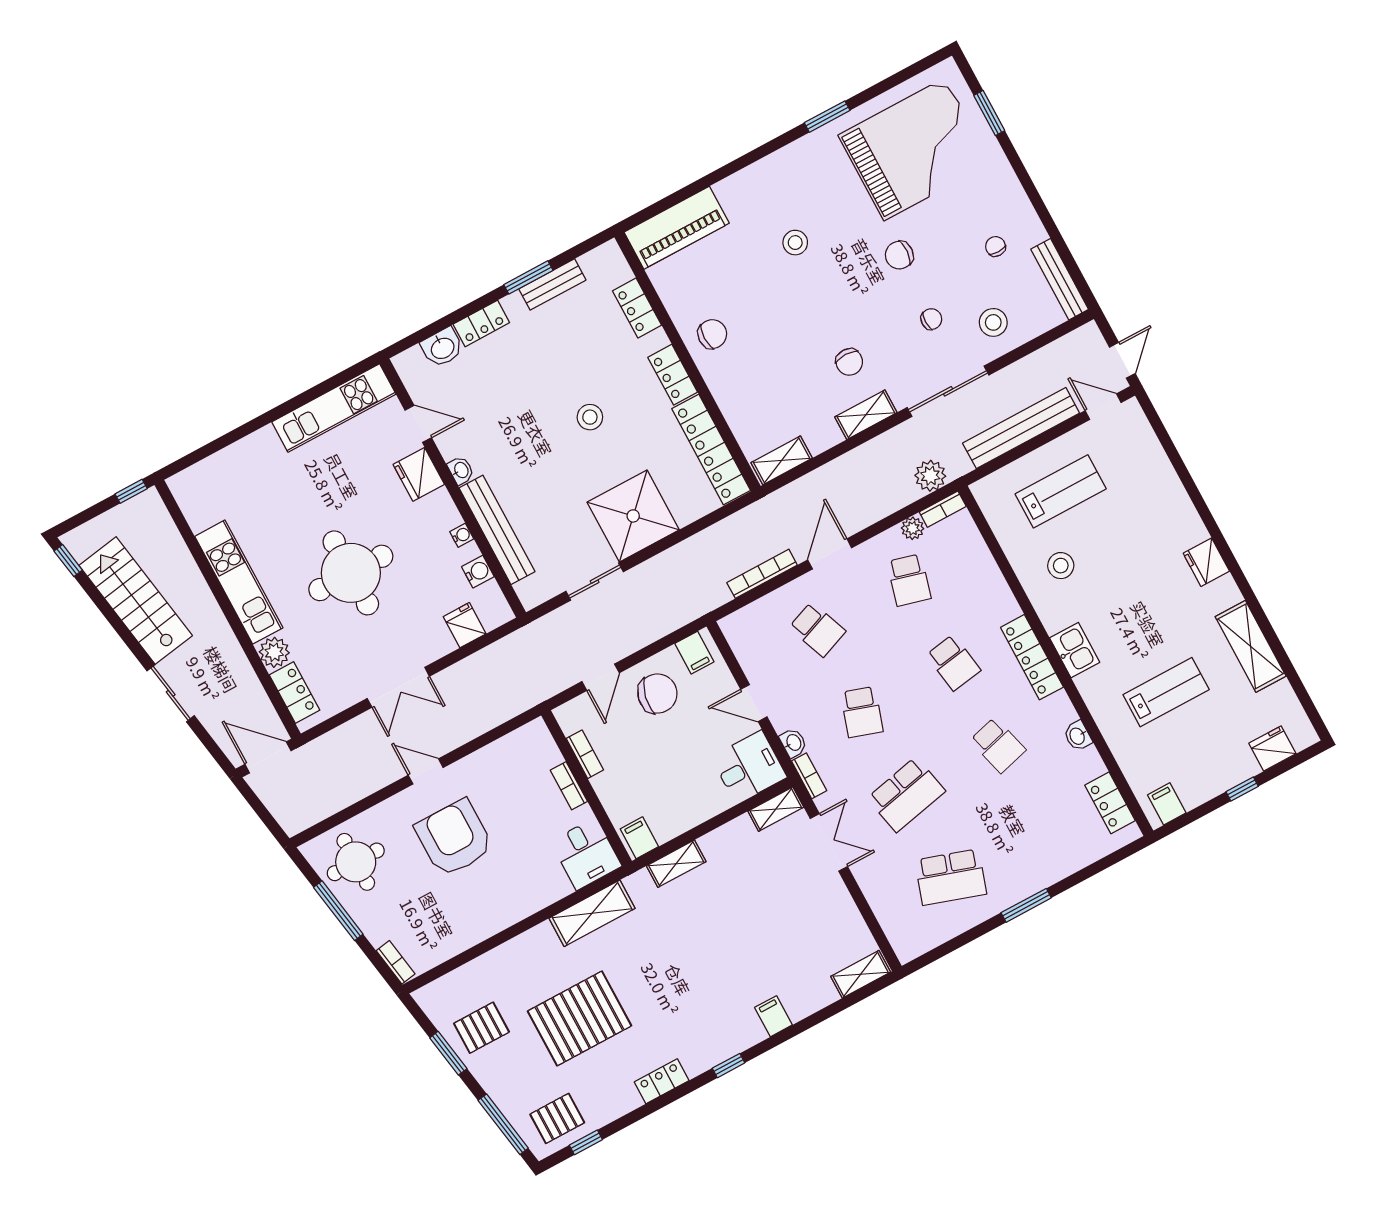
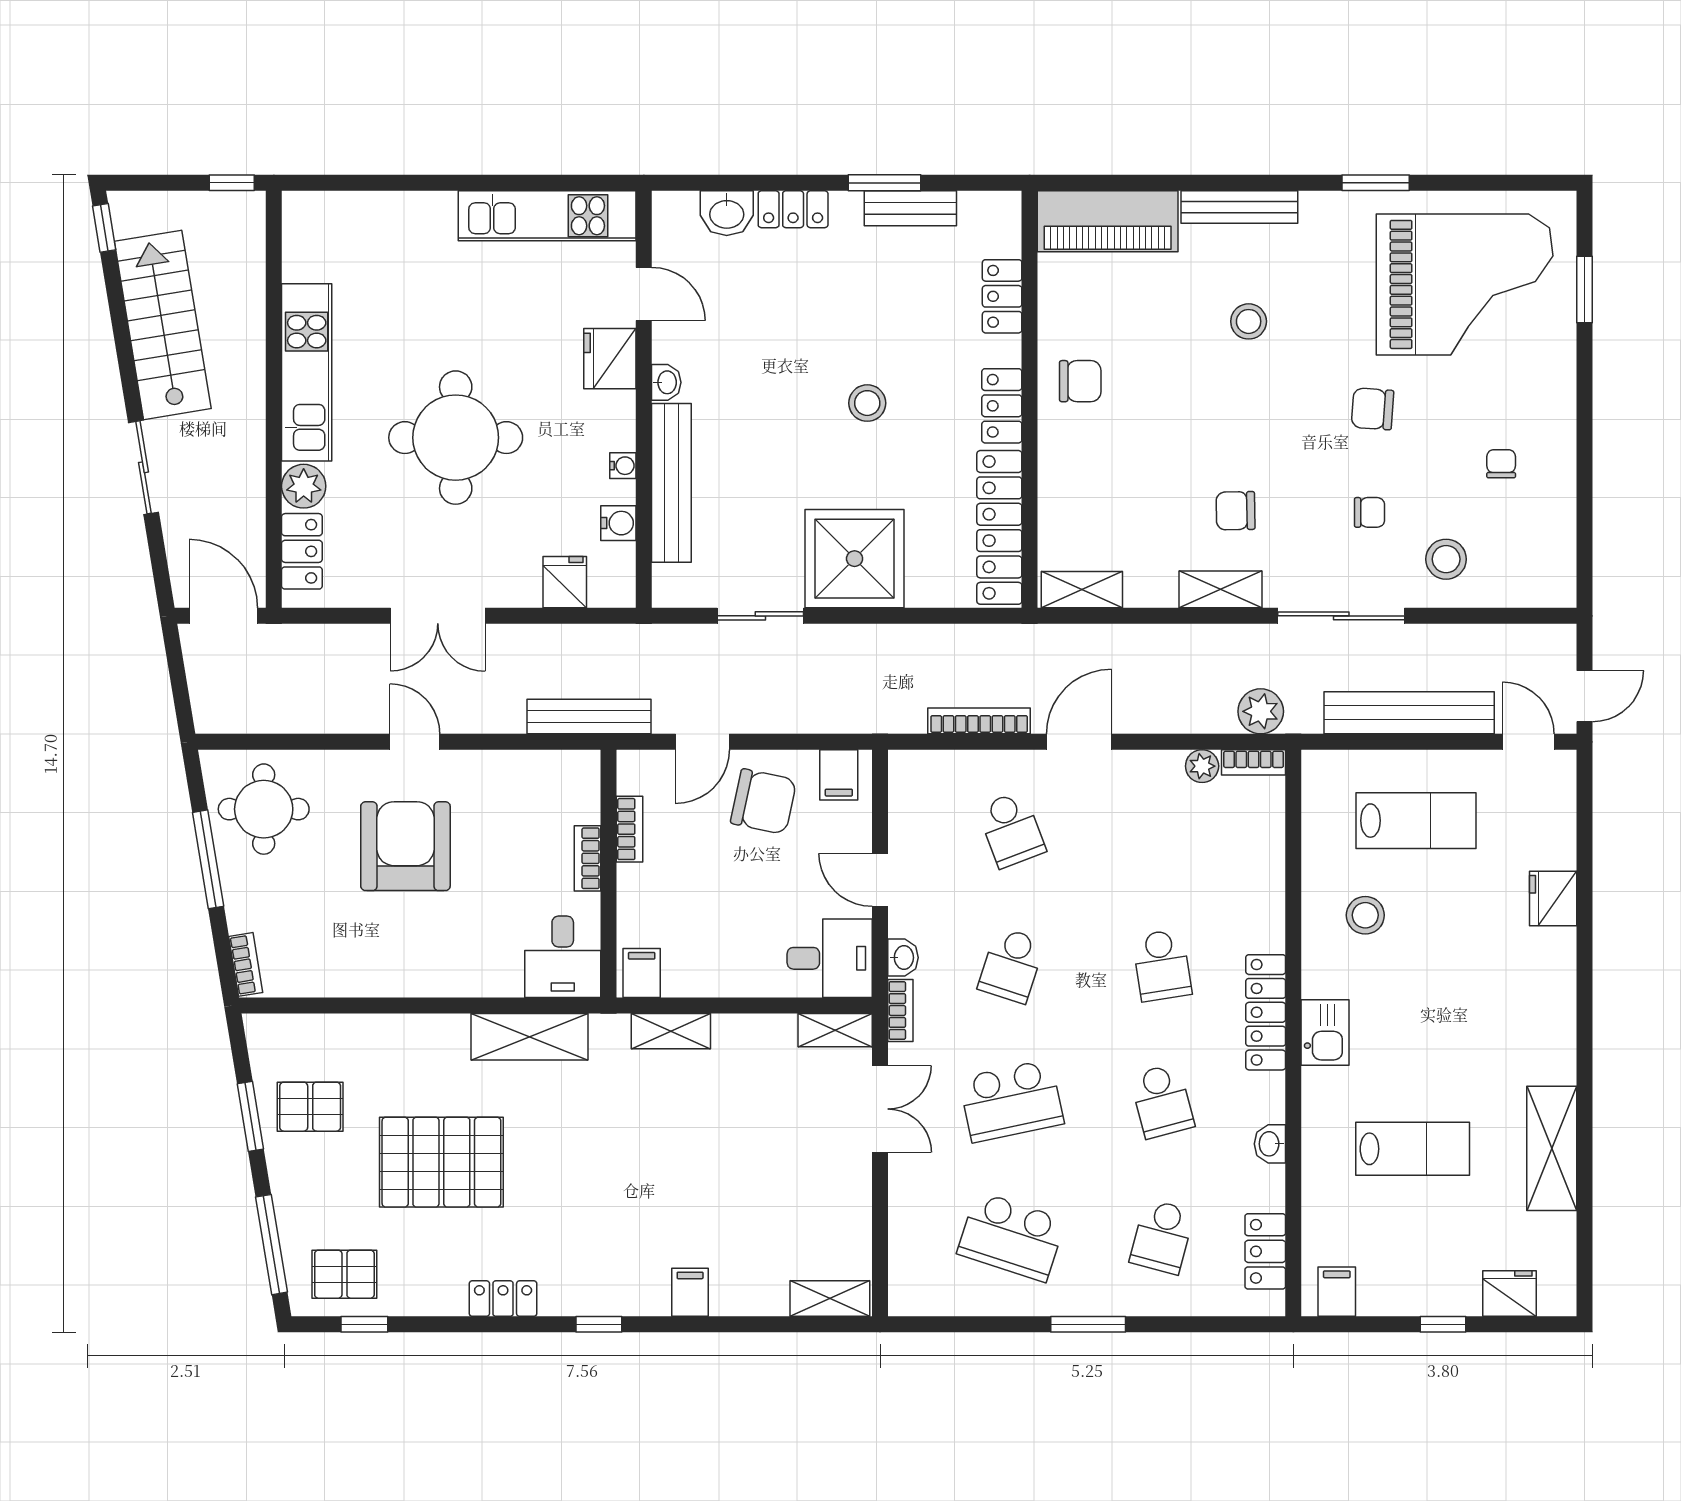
bench: (1060, 279) -> (1239, 207), moved, turned 90
chair: (849, 362) -> (1236, 511), turned 89
fridge: (1206, 562) -> (1553, 898), moved
school desk: (909, 580) -> (1162, 1237), moved
bench: (523, 699) -> (589, 717), added

